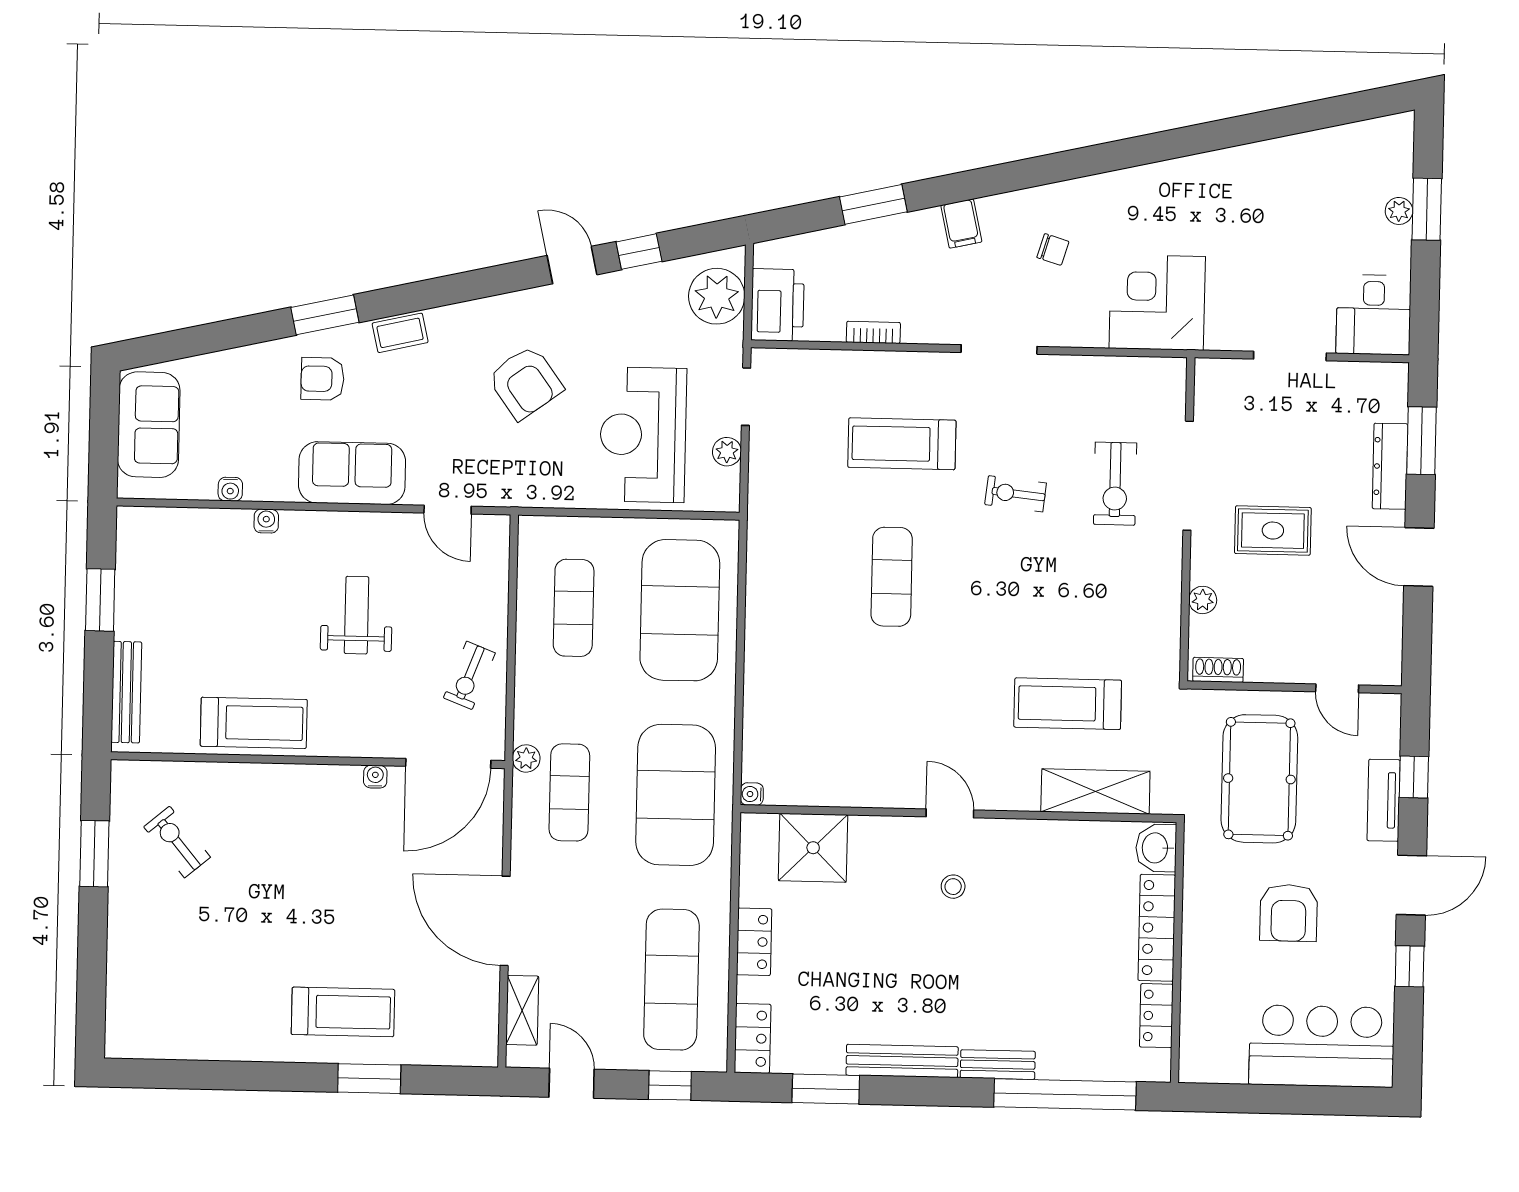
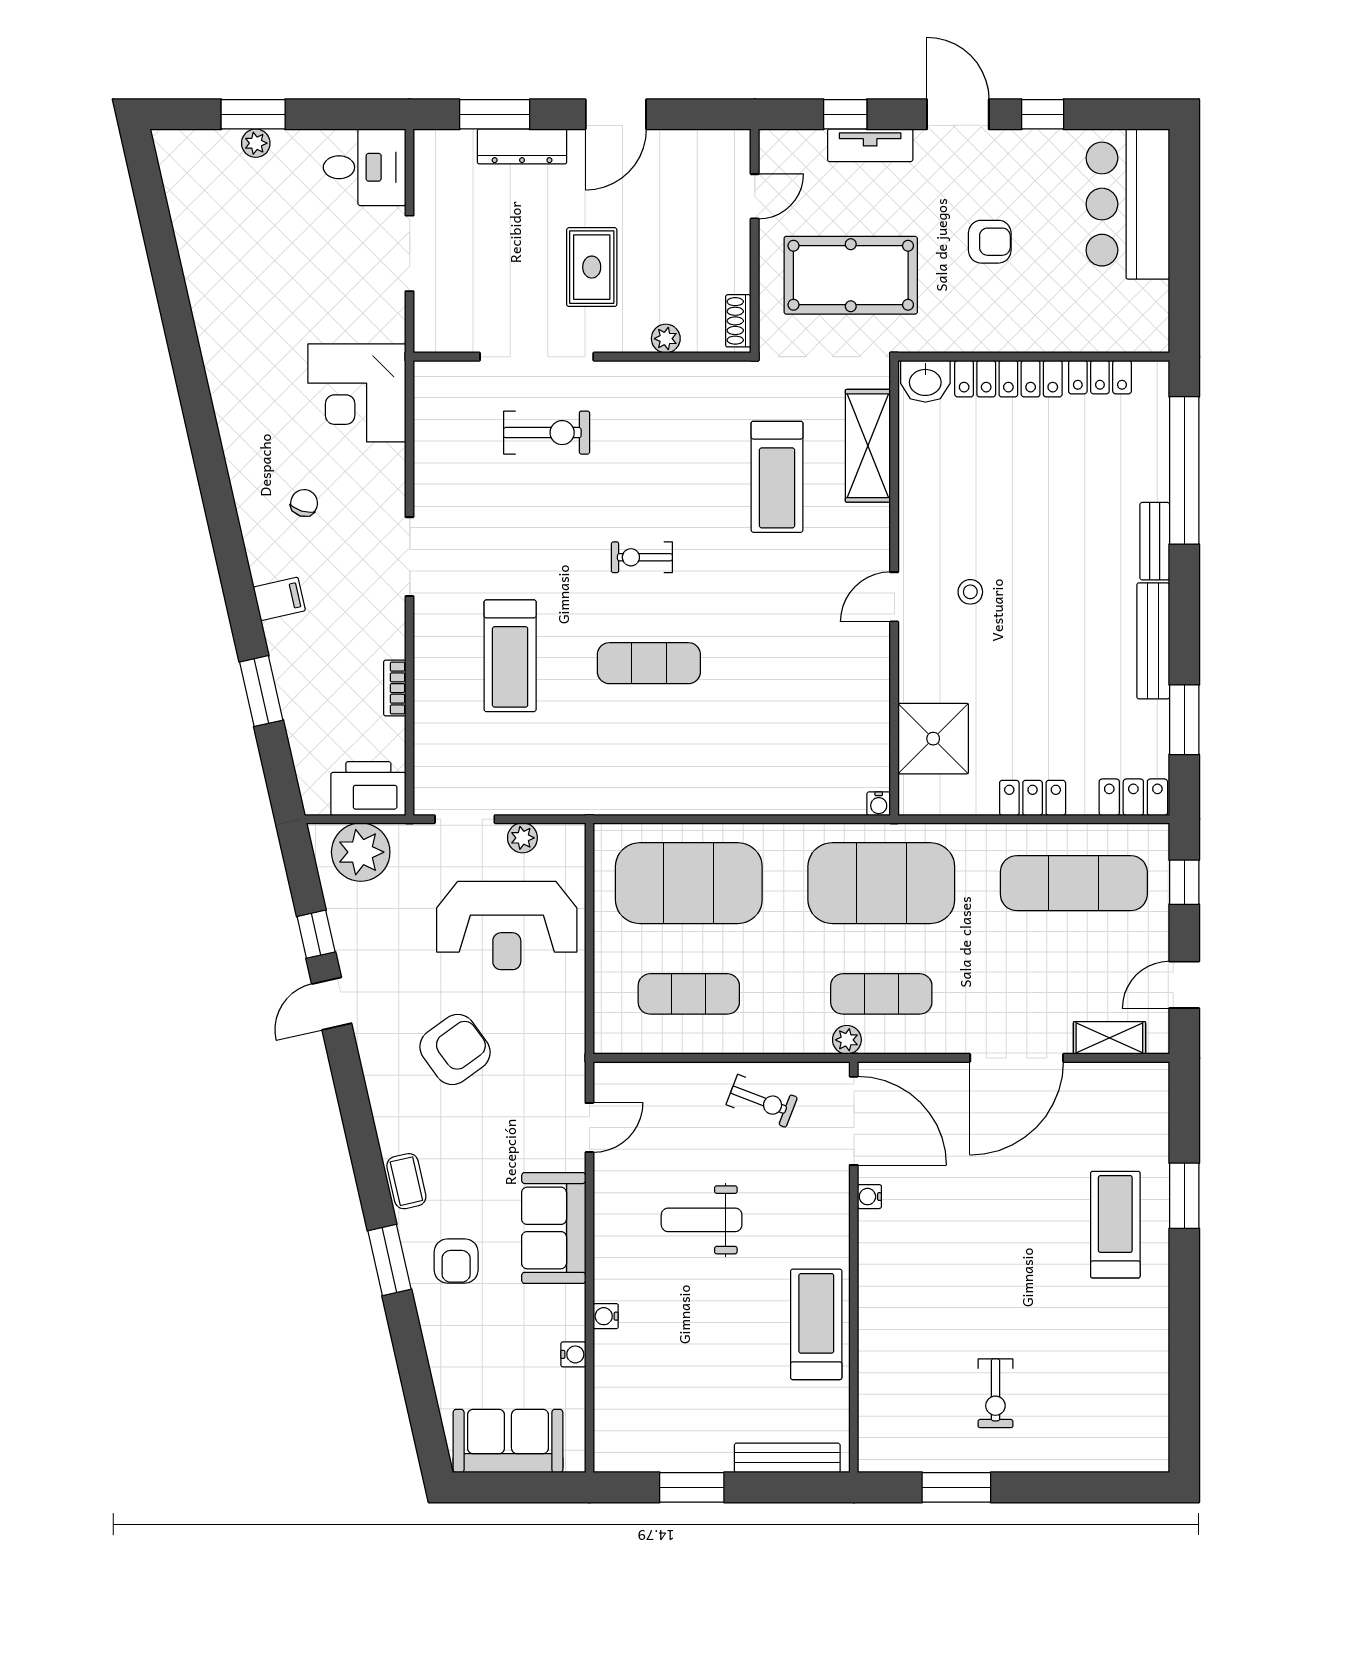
exercise bike: (1016, 494) -> (642, 557), moved, turned 84
exercise bike: (177, 842) -> (995, 1393), moved, turned -50
armchair: (1289, 913) -> (990, 242), width x0.72, depth x0.72

